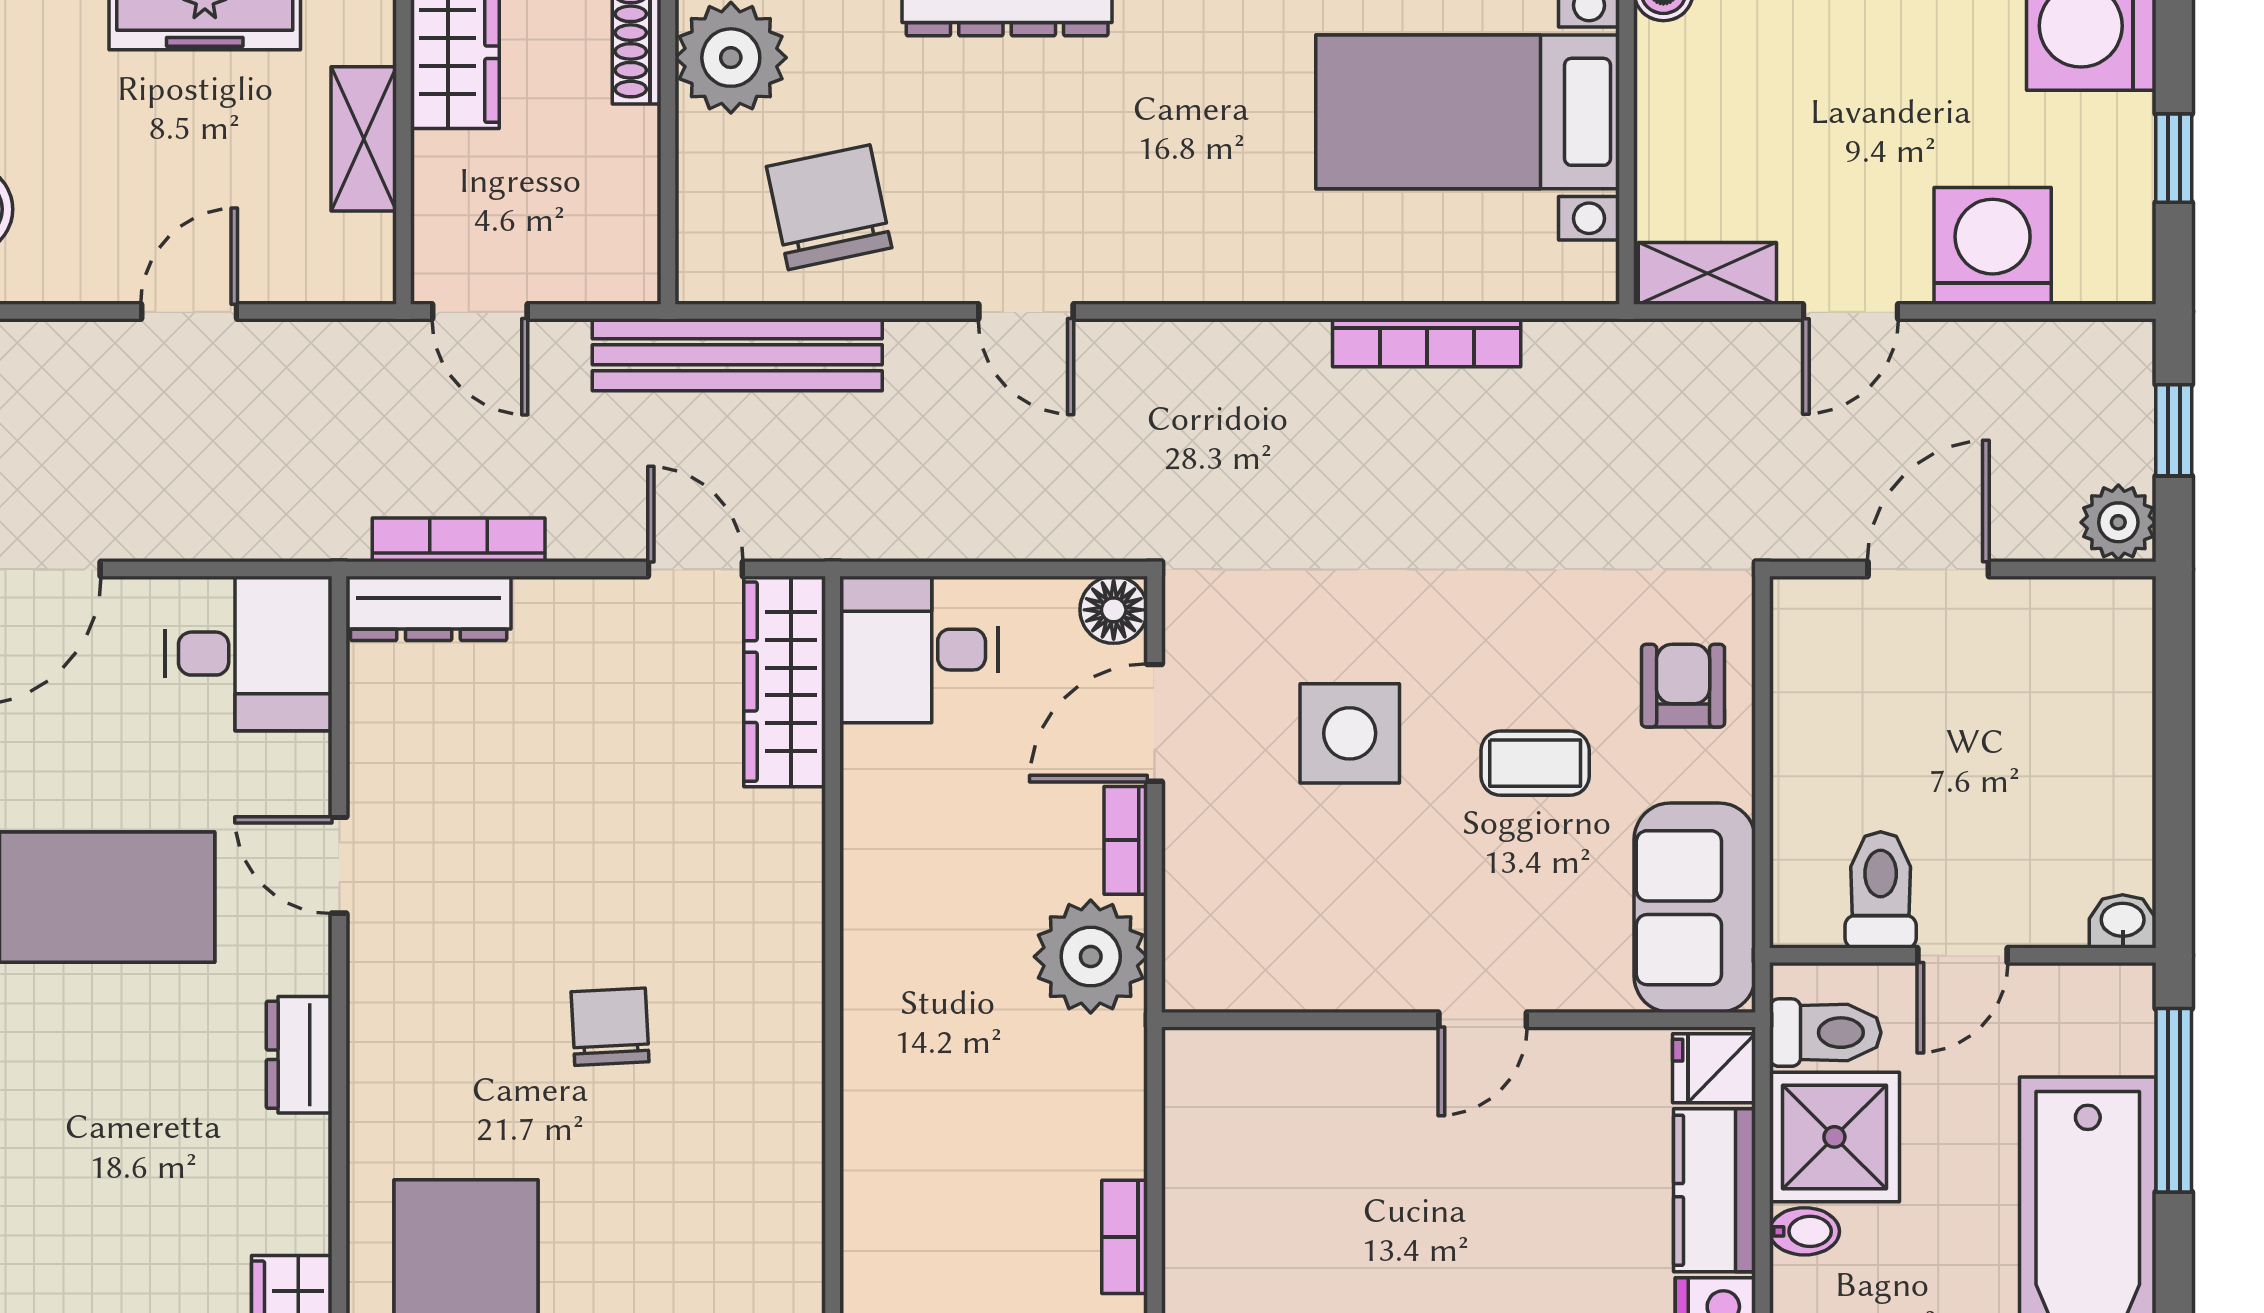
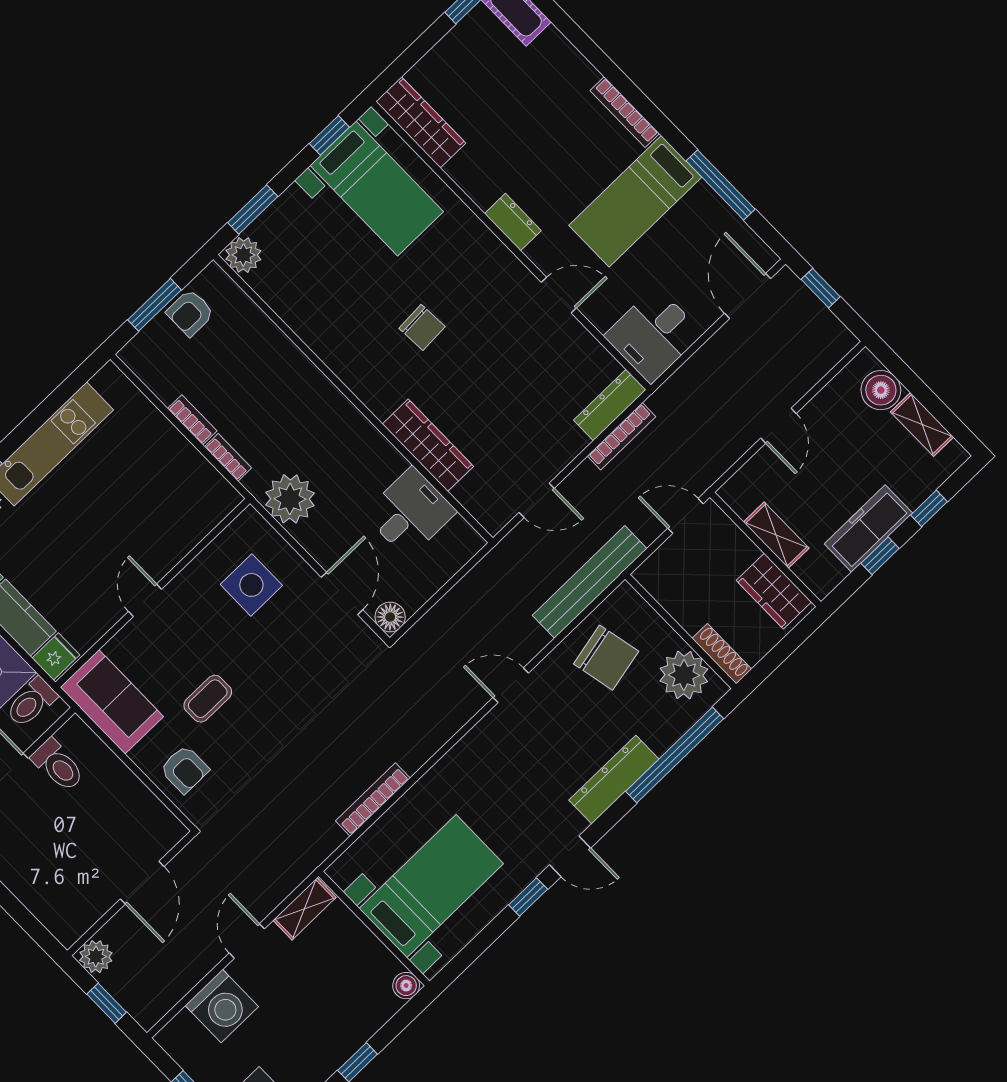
desk: (919, 650) -> (410, 513), moved
wardrobe: (785, 682) -> (428, 445), moved
side table: (1350, 733) -> (251, 585), moved
bookcase: (1126, 840) -> (228, 457), moved

